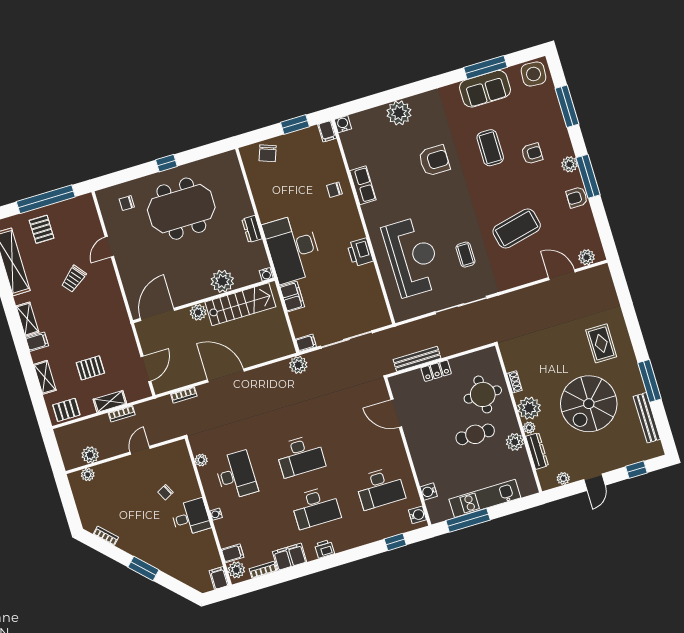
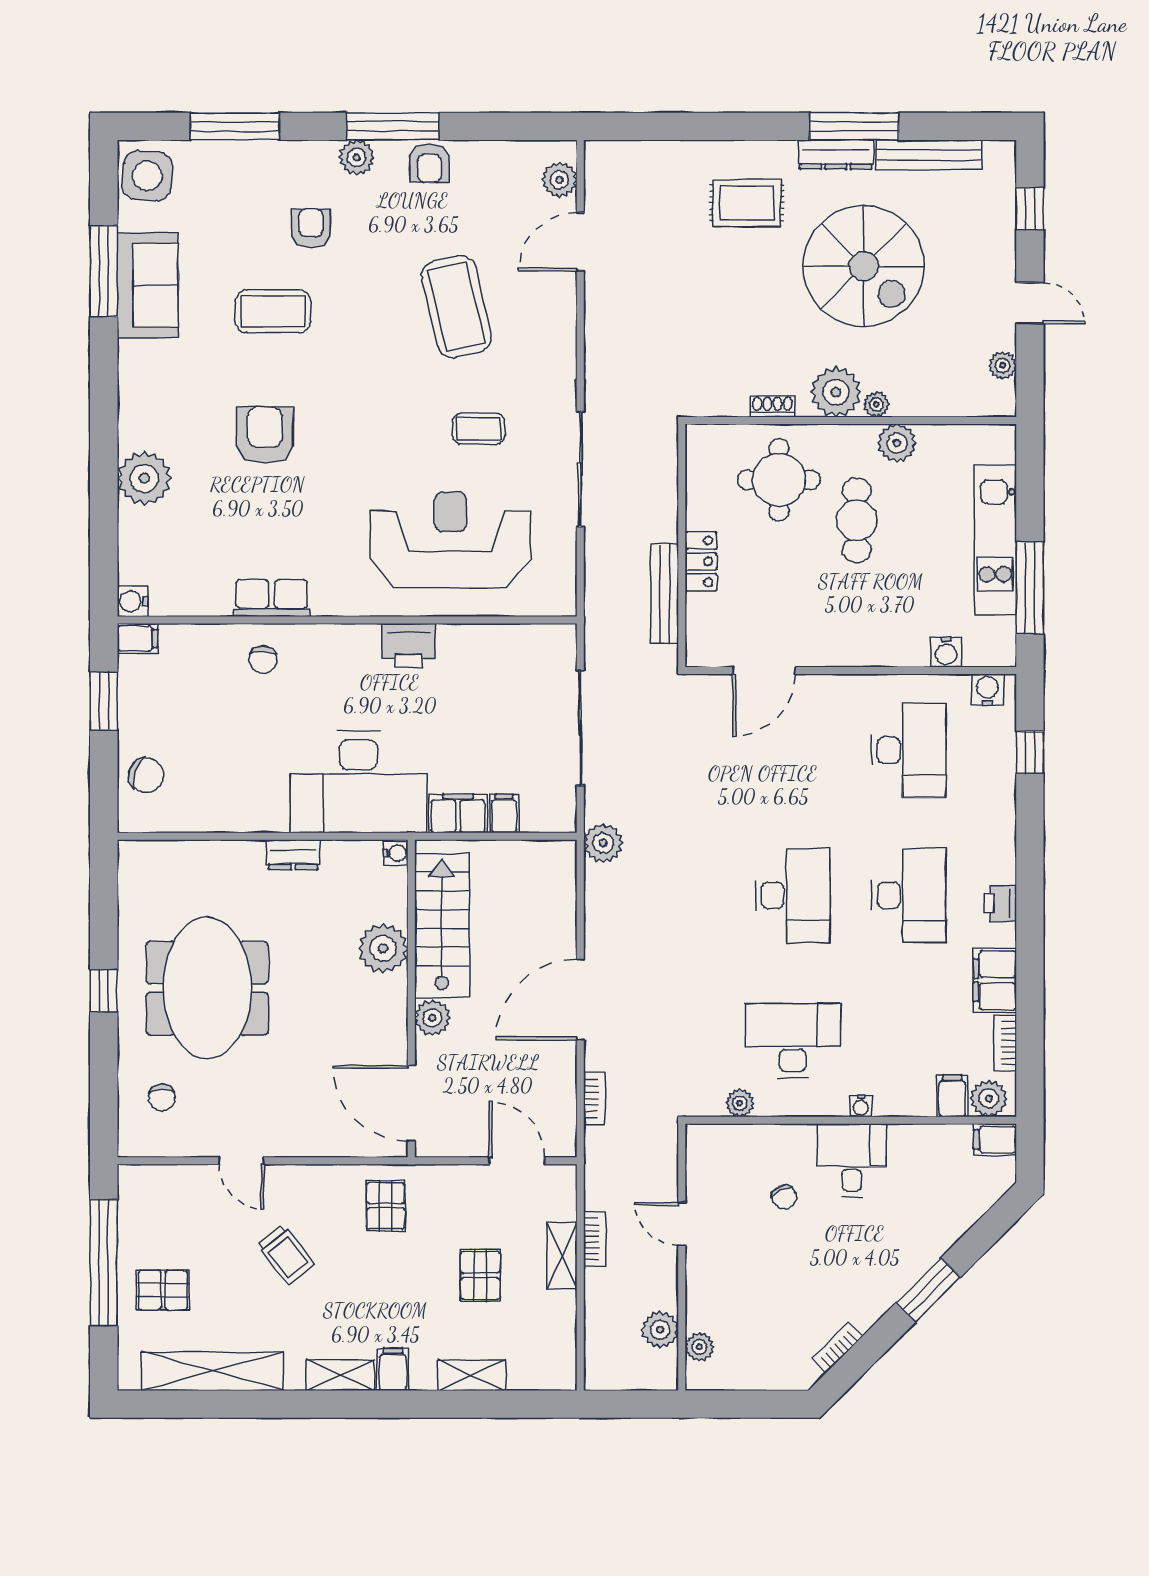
filing cabinet: (306, 343) -> (504, 814), moved
pallet: (66, 410) -> (385, 1206), moved
dresser: (537, 451) -> (836, 155), moved, turned 180

